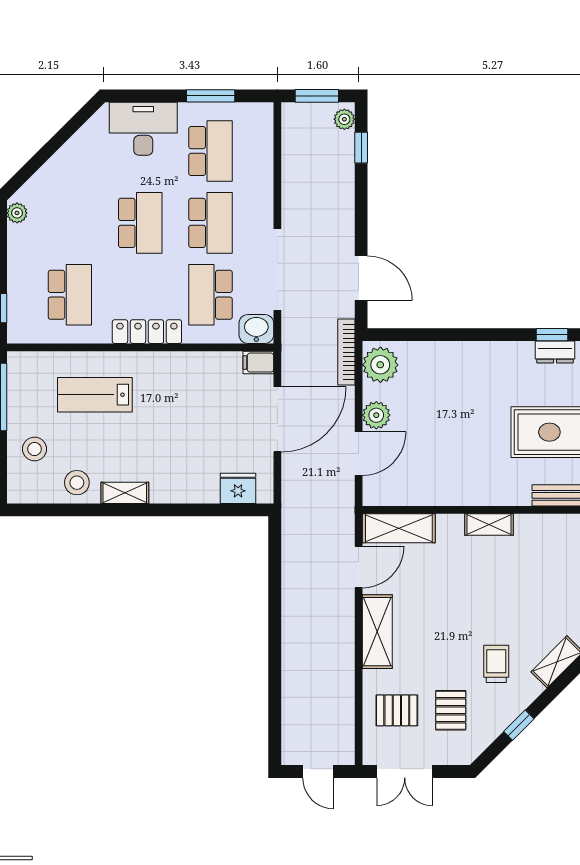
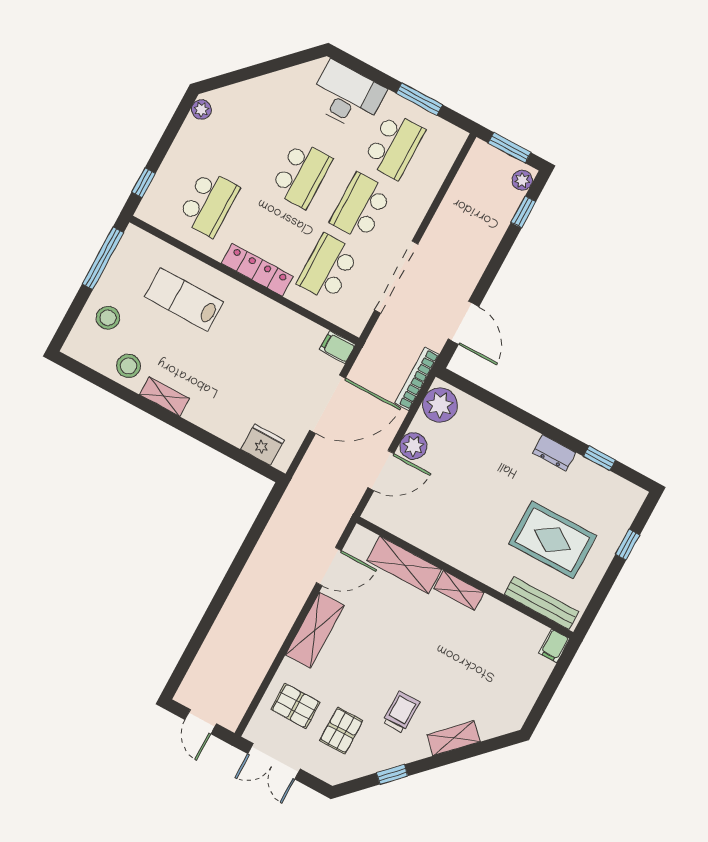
school desk: (210, 223) -> (361, 207), turned 180
washbasin: (256, 329) -> (351, 318), removed
dresser: (555, 352) -> (554, 453), moved
shelving: (399, 528) -> (404, 565), moved

